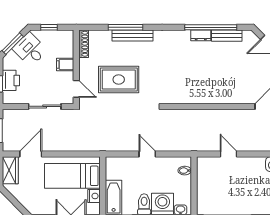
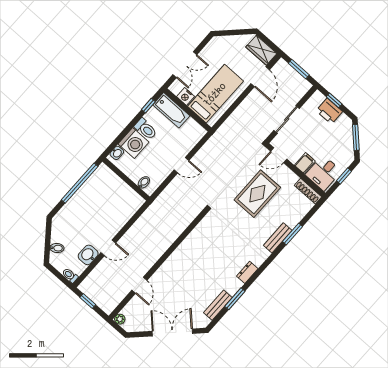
window: (125, 27) -> (292, 234), width x0.69
window: (211, 27) -> (235, 299), width x0.47
dresser: (201, 35) -> (247, 272), moved
bench: (133, 36) -> (278, 238), width x0.73
desk: (30, 49) -> (323, 173), moved, turned 135
door: (228, 154) -> (108, 248), moved

